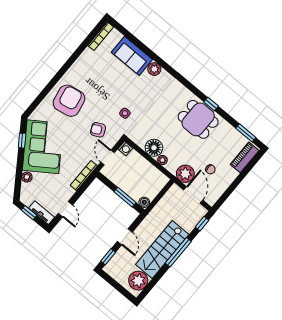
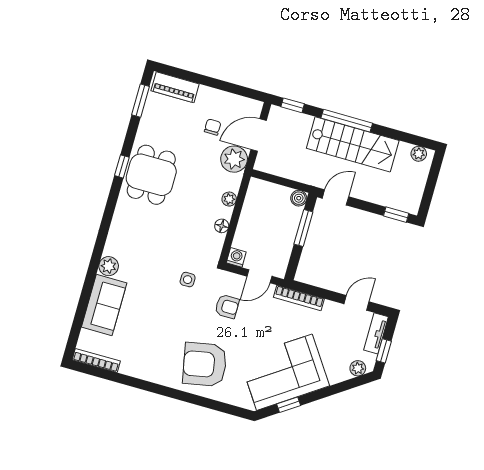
armchair: (98, 130) -> (227, 306), turned -65
floor lamp: (154, 148) -> (222, 226), width x0.53, depth x0.53
plant: (27, 177) -> (358, 368), moved
door: (125, 237) -> (335, 197), moved
plant: (138, 281) -> (419, 154), width x0.53, depth x0.53

